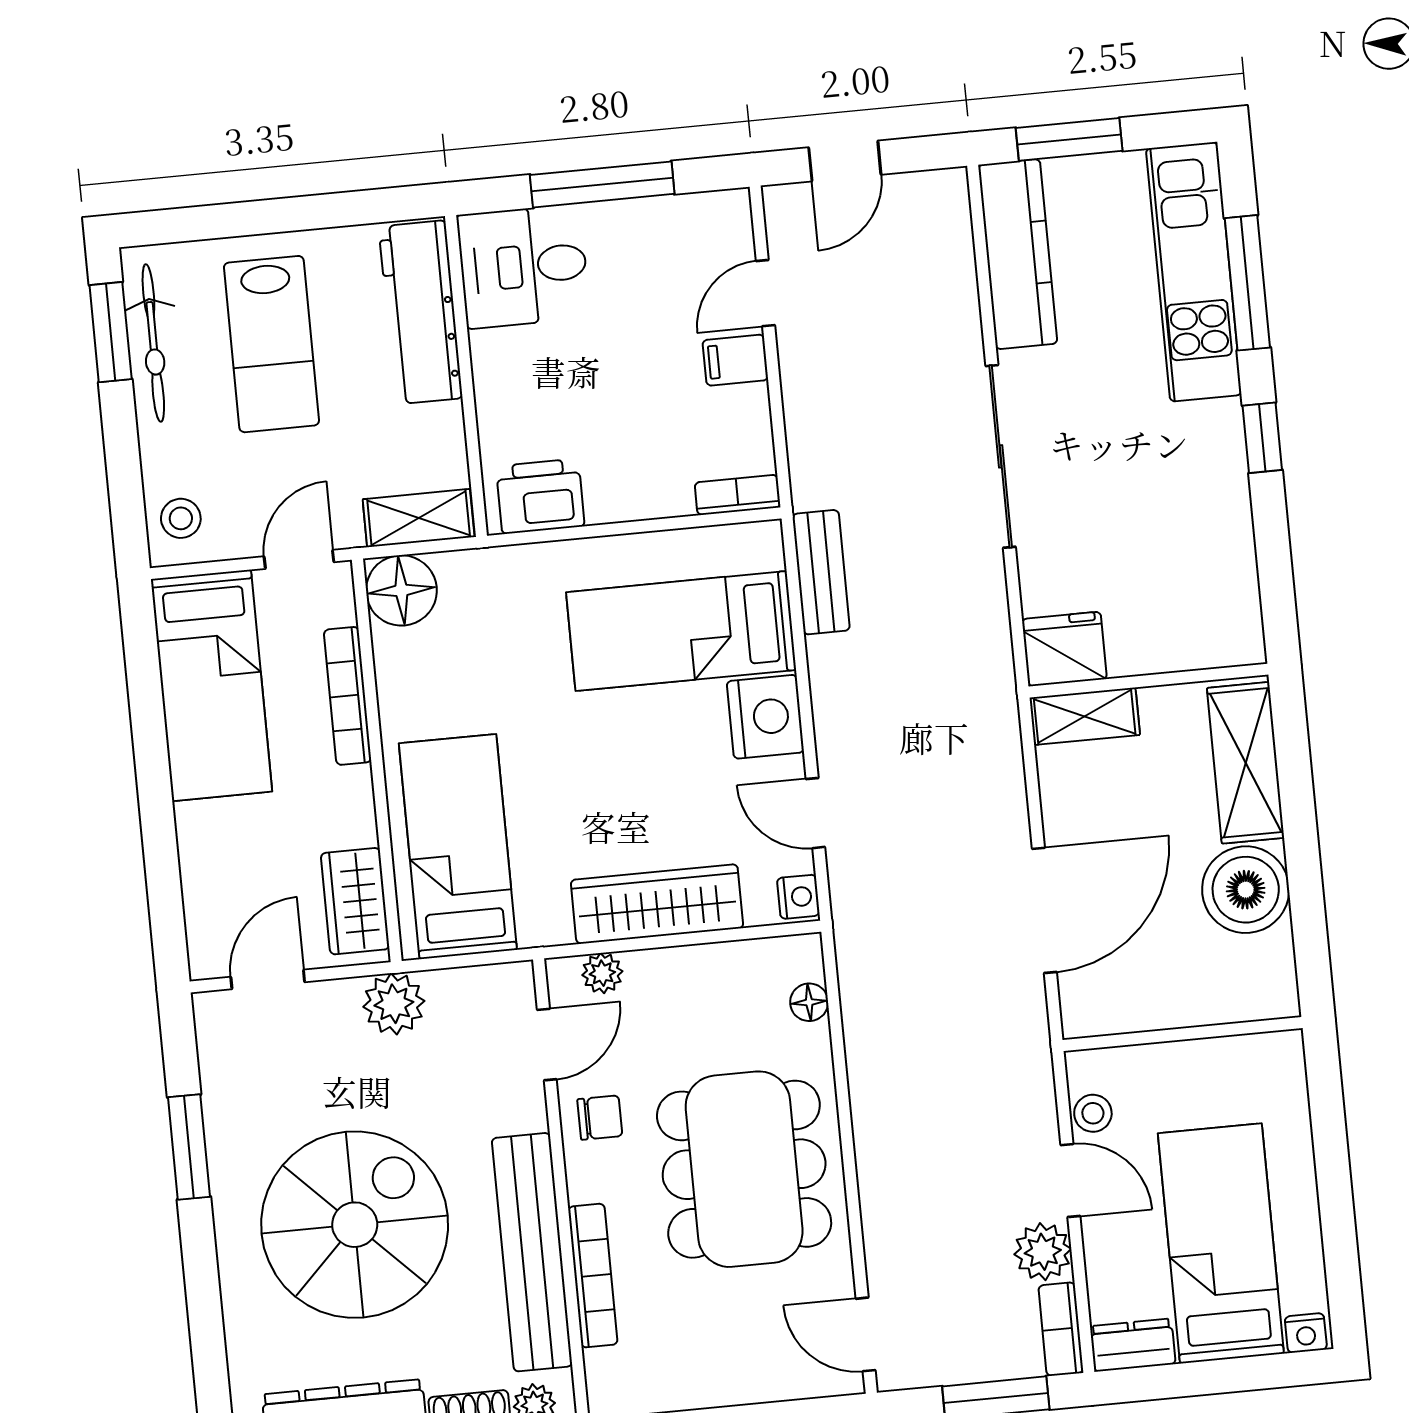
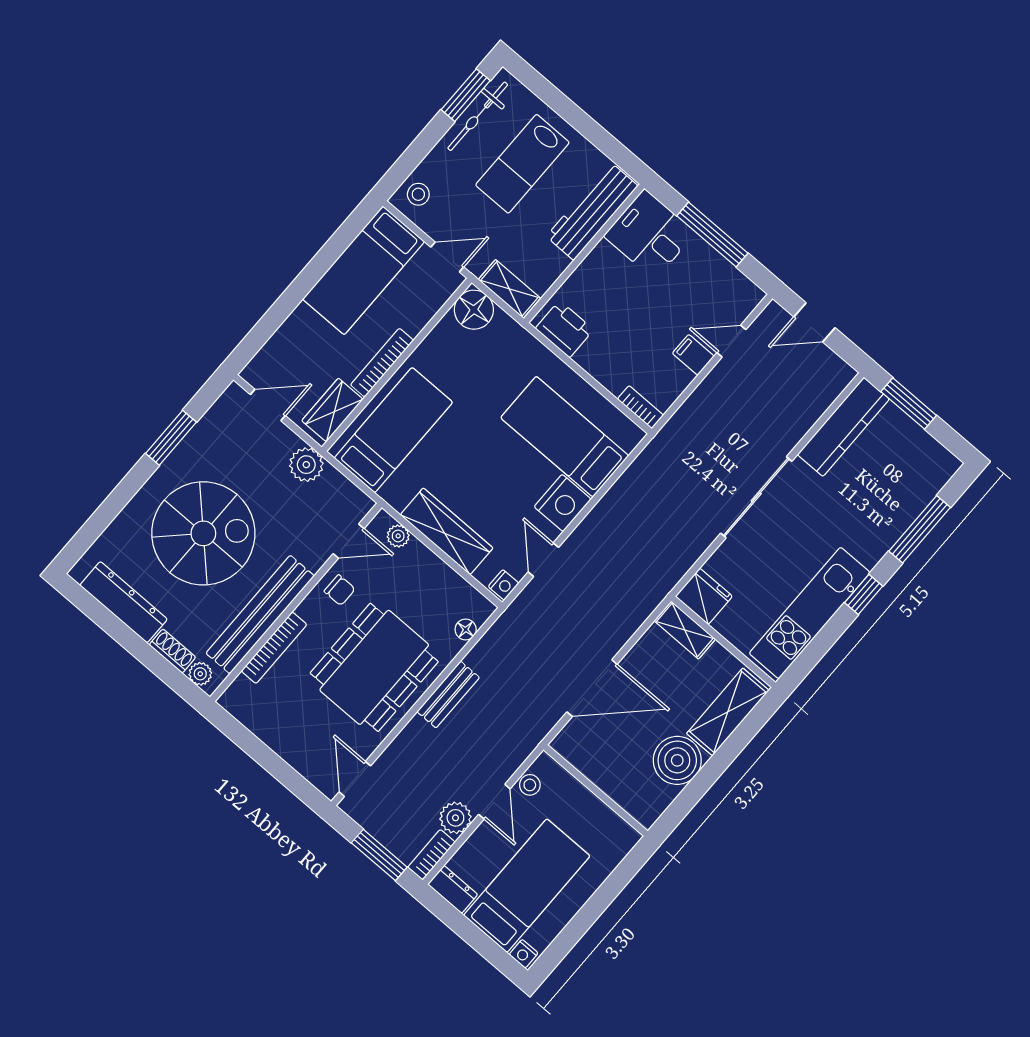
kitchen unit: (1194, 272) -> (810, 613), moved
bench: (821, 572) -> (448, 695), moved
bookcase: (348, 696) -> (382, 363), moved

